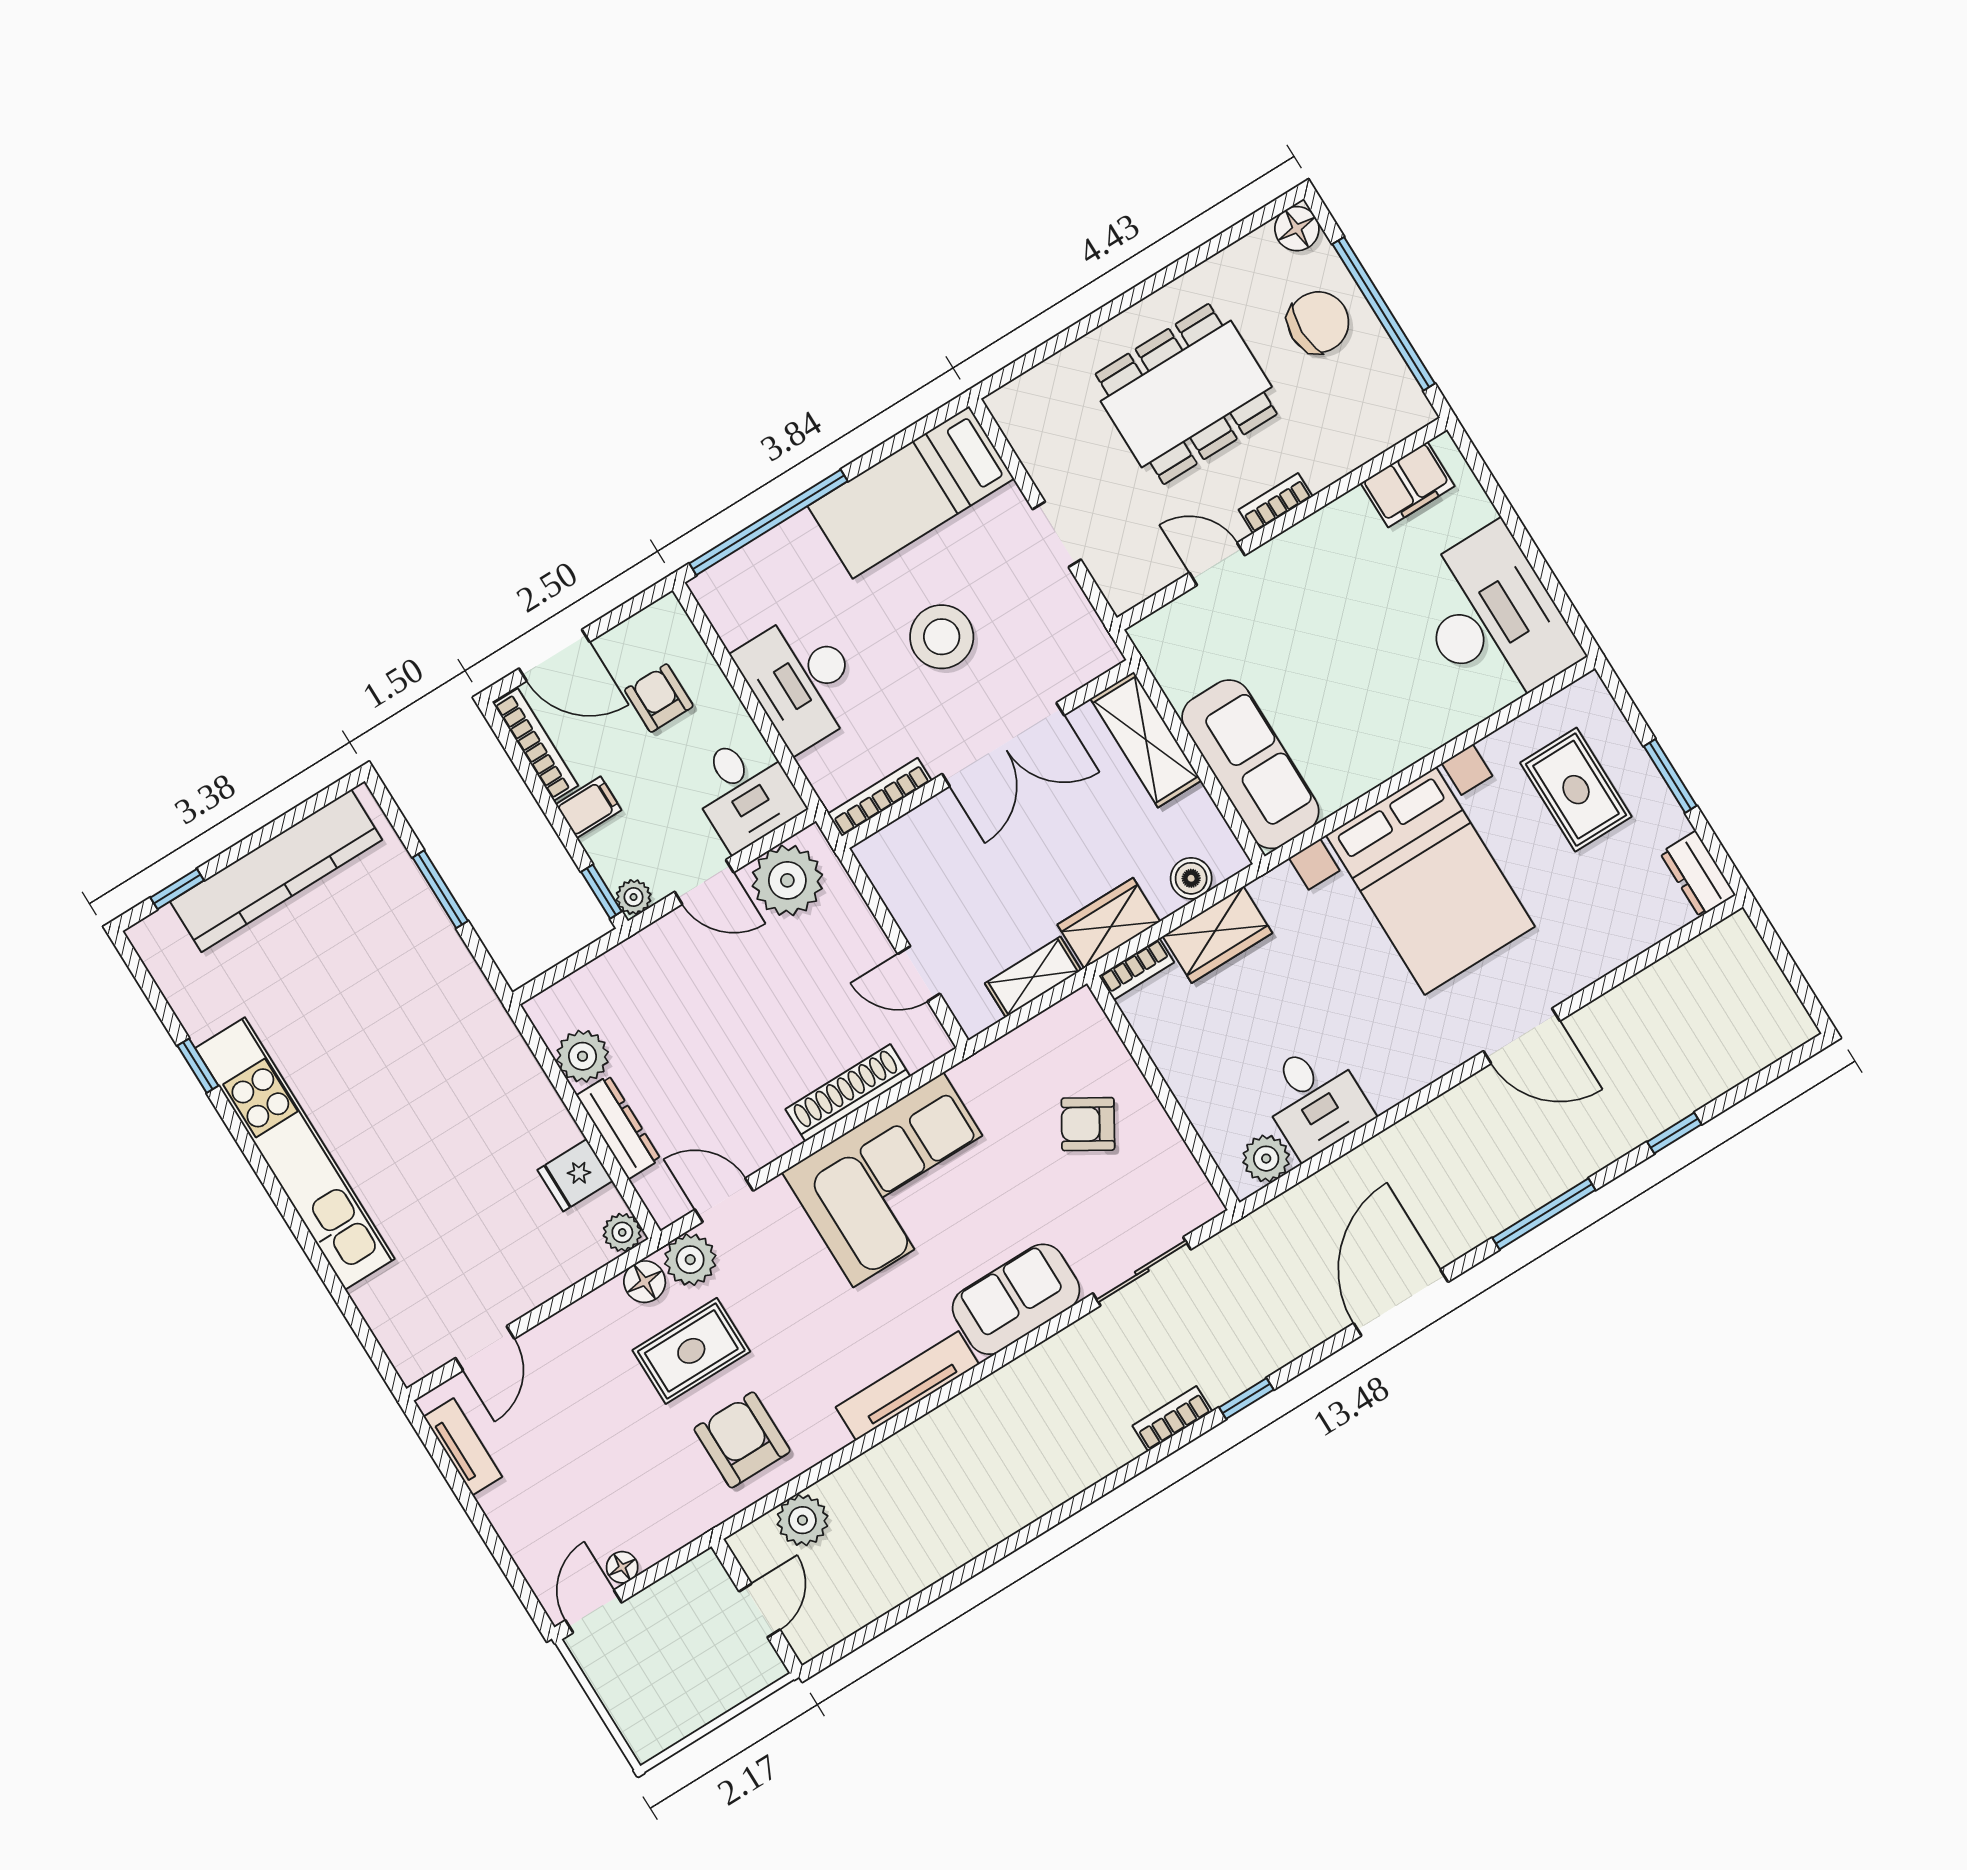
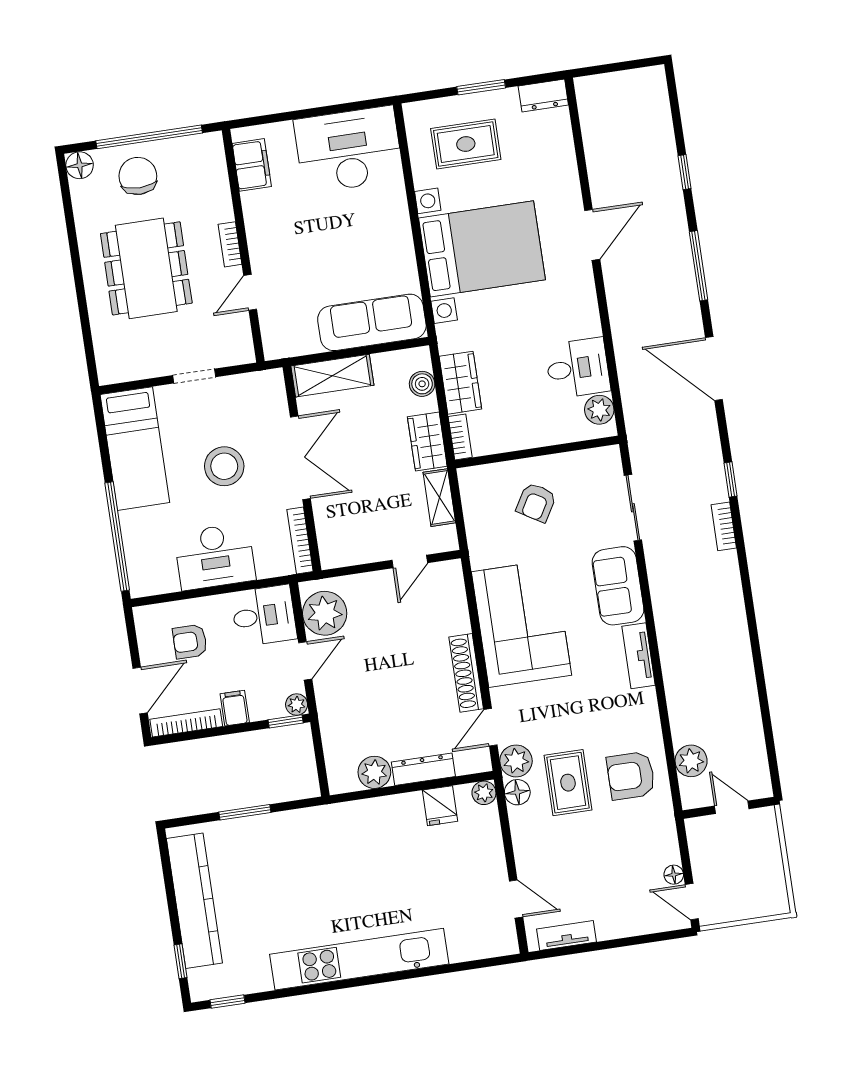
window: (198, 1066) -> (228, 1001), moved
shoe rack: (848, 1093) -> (466, 673), moved
tv unit: (907, 1386) -> (639, 656), width x0.71

